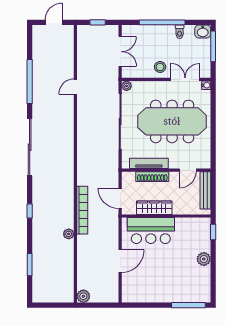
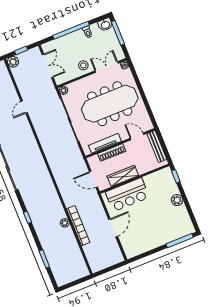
door: (188, 170) -> (137, 136), swing flipped
bookcase: (82, 210) -> (78, 226), moved
plant: (83, 296) -> (13, 62), moved

